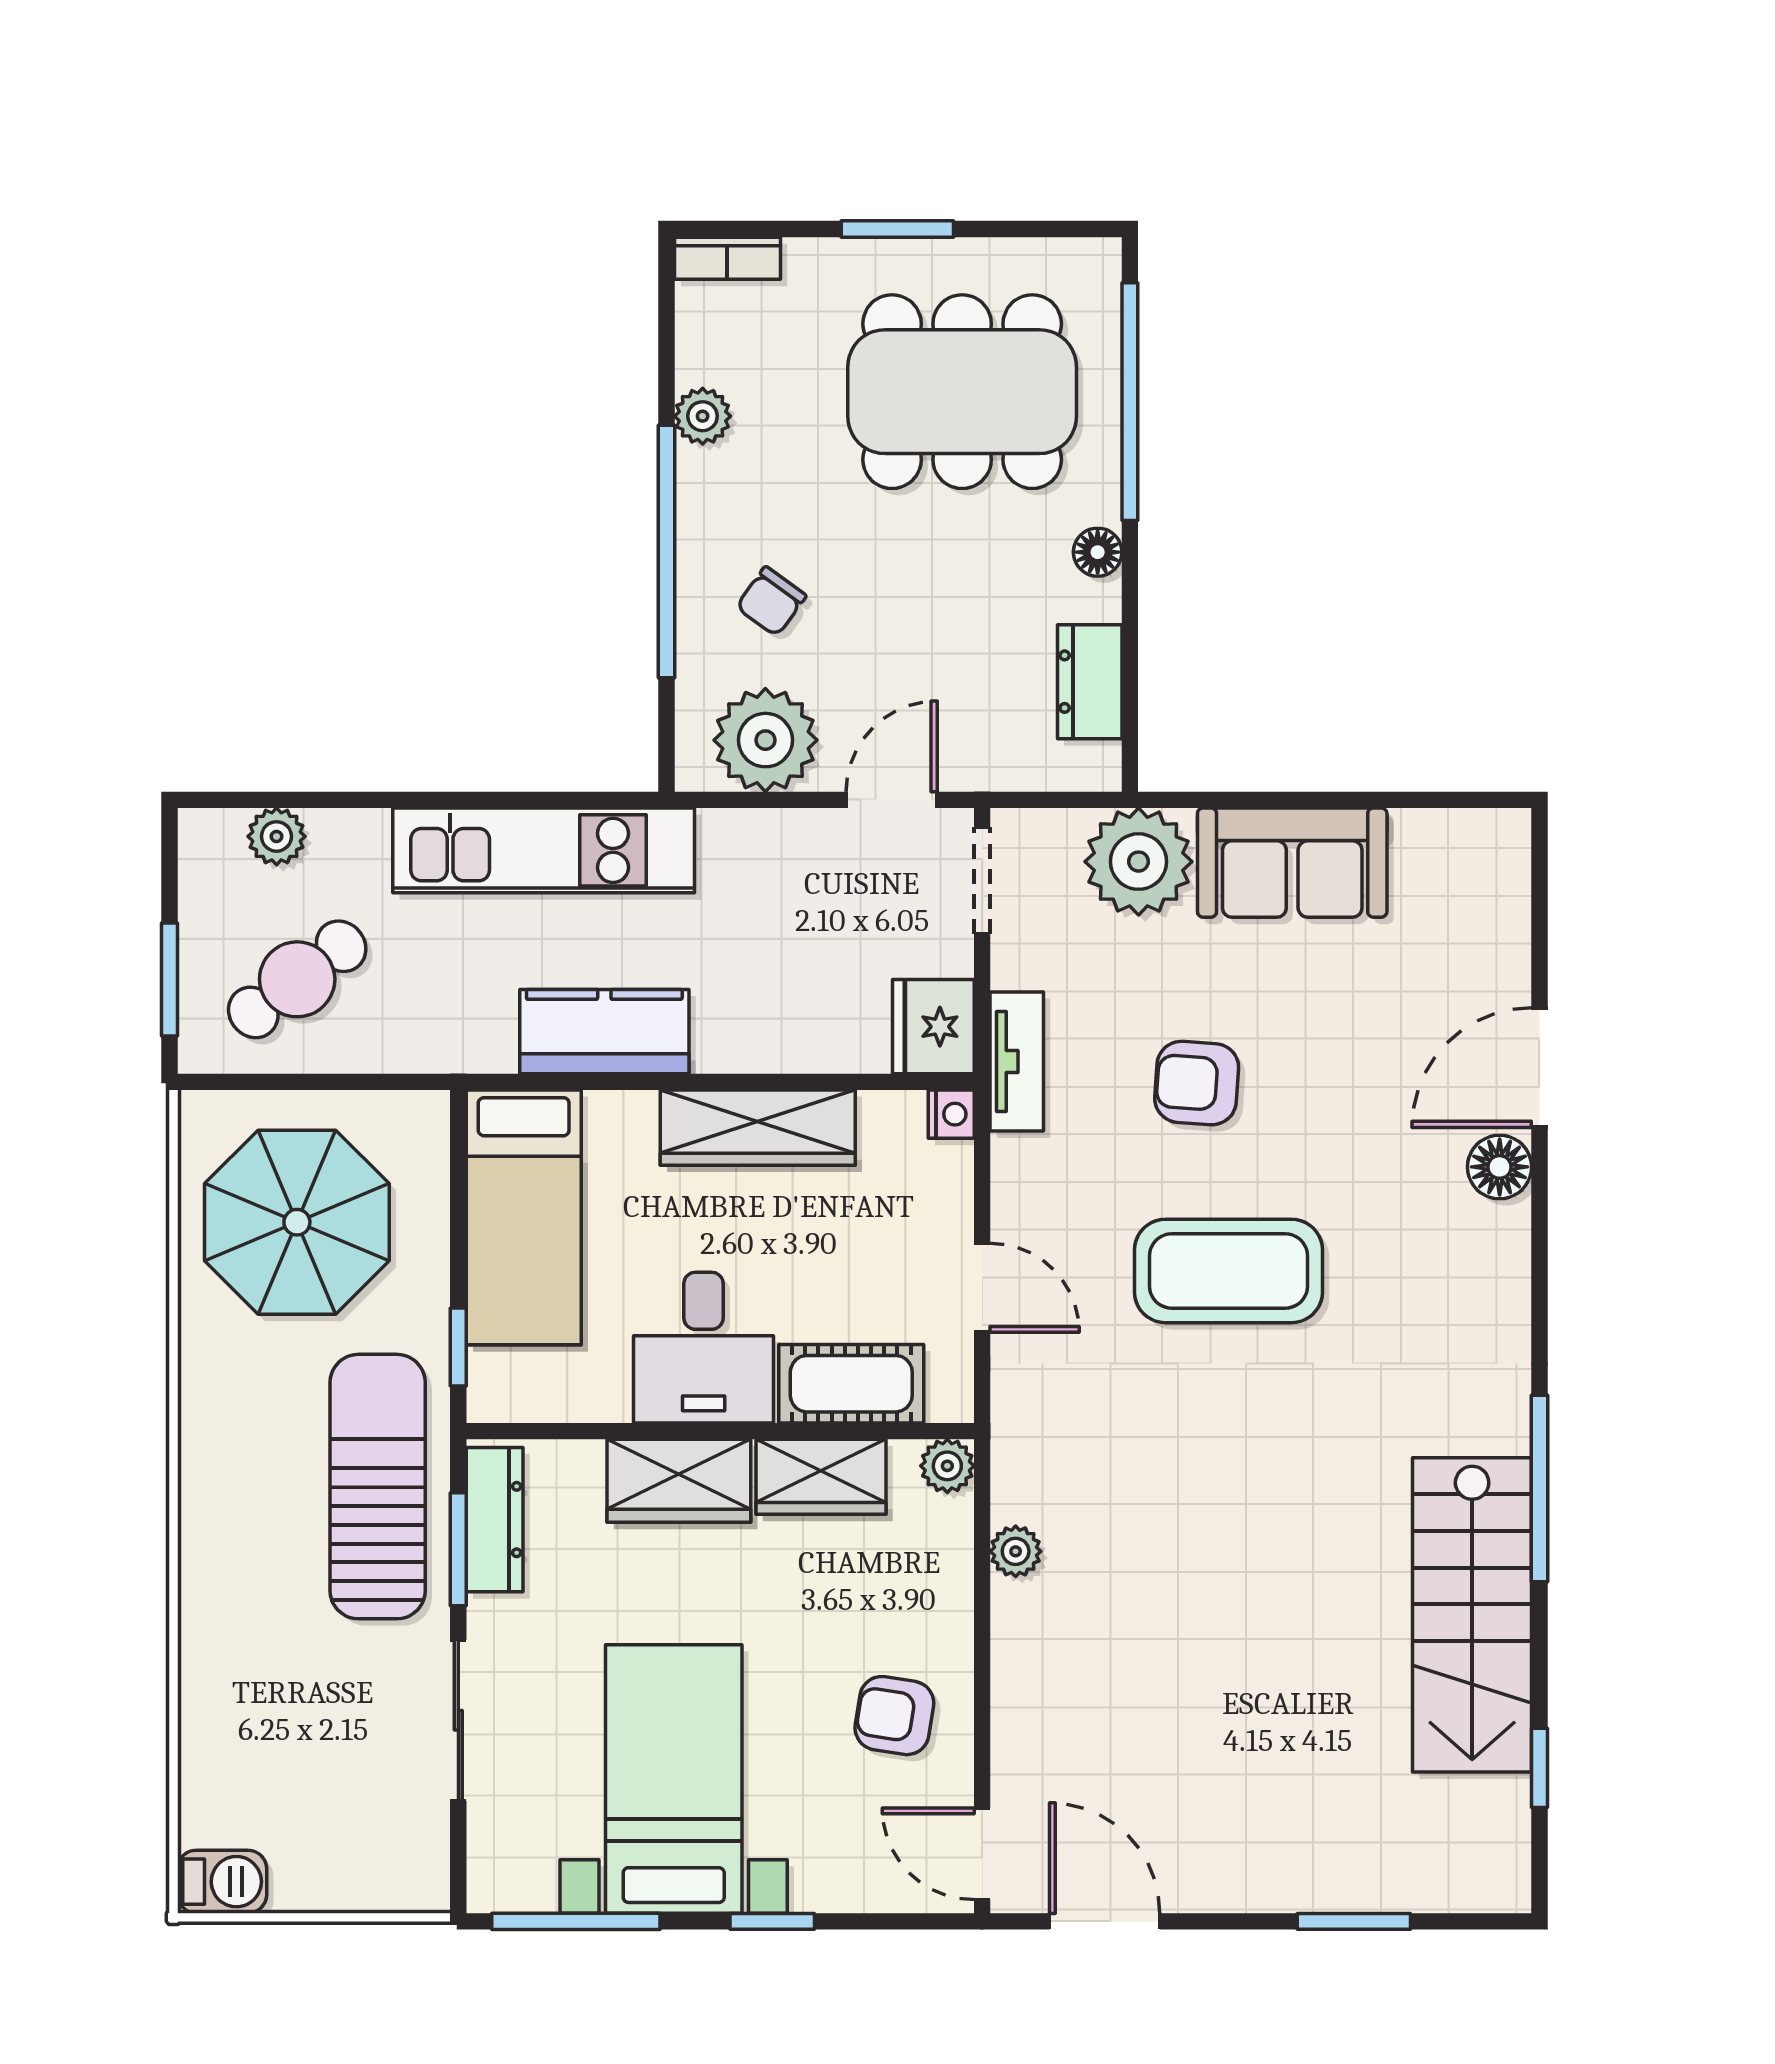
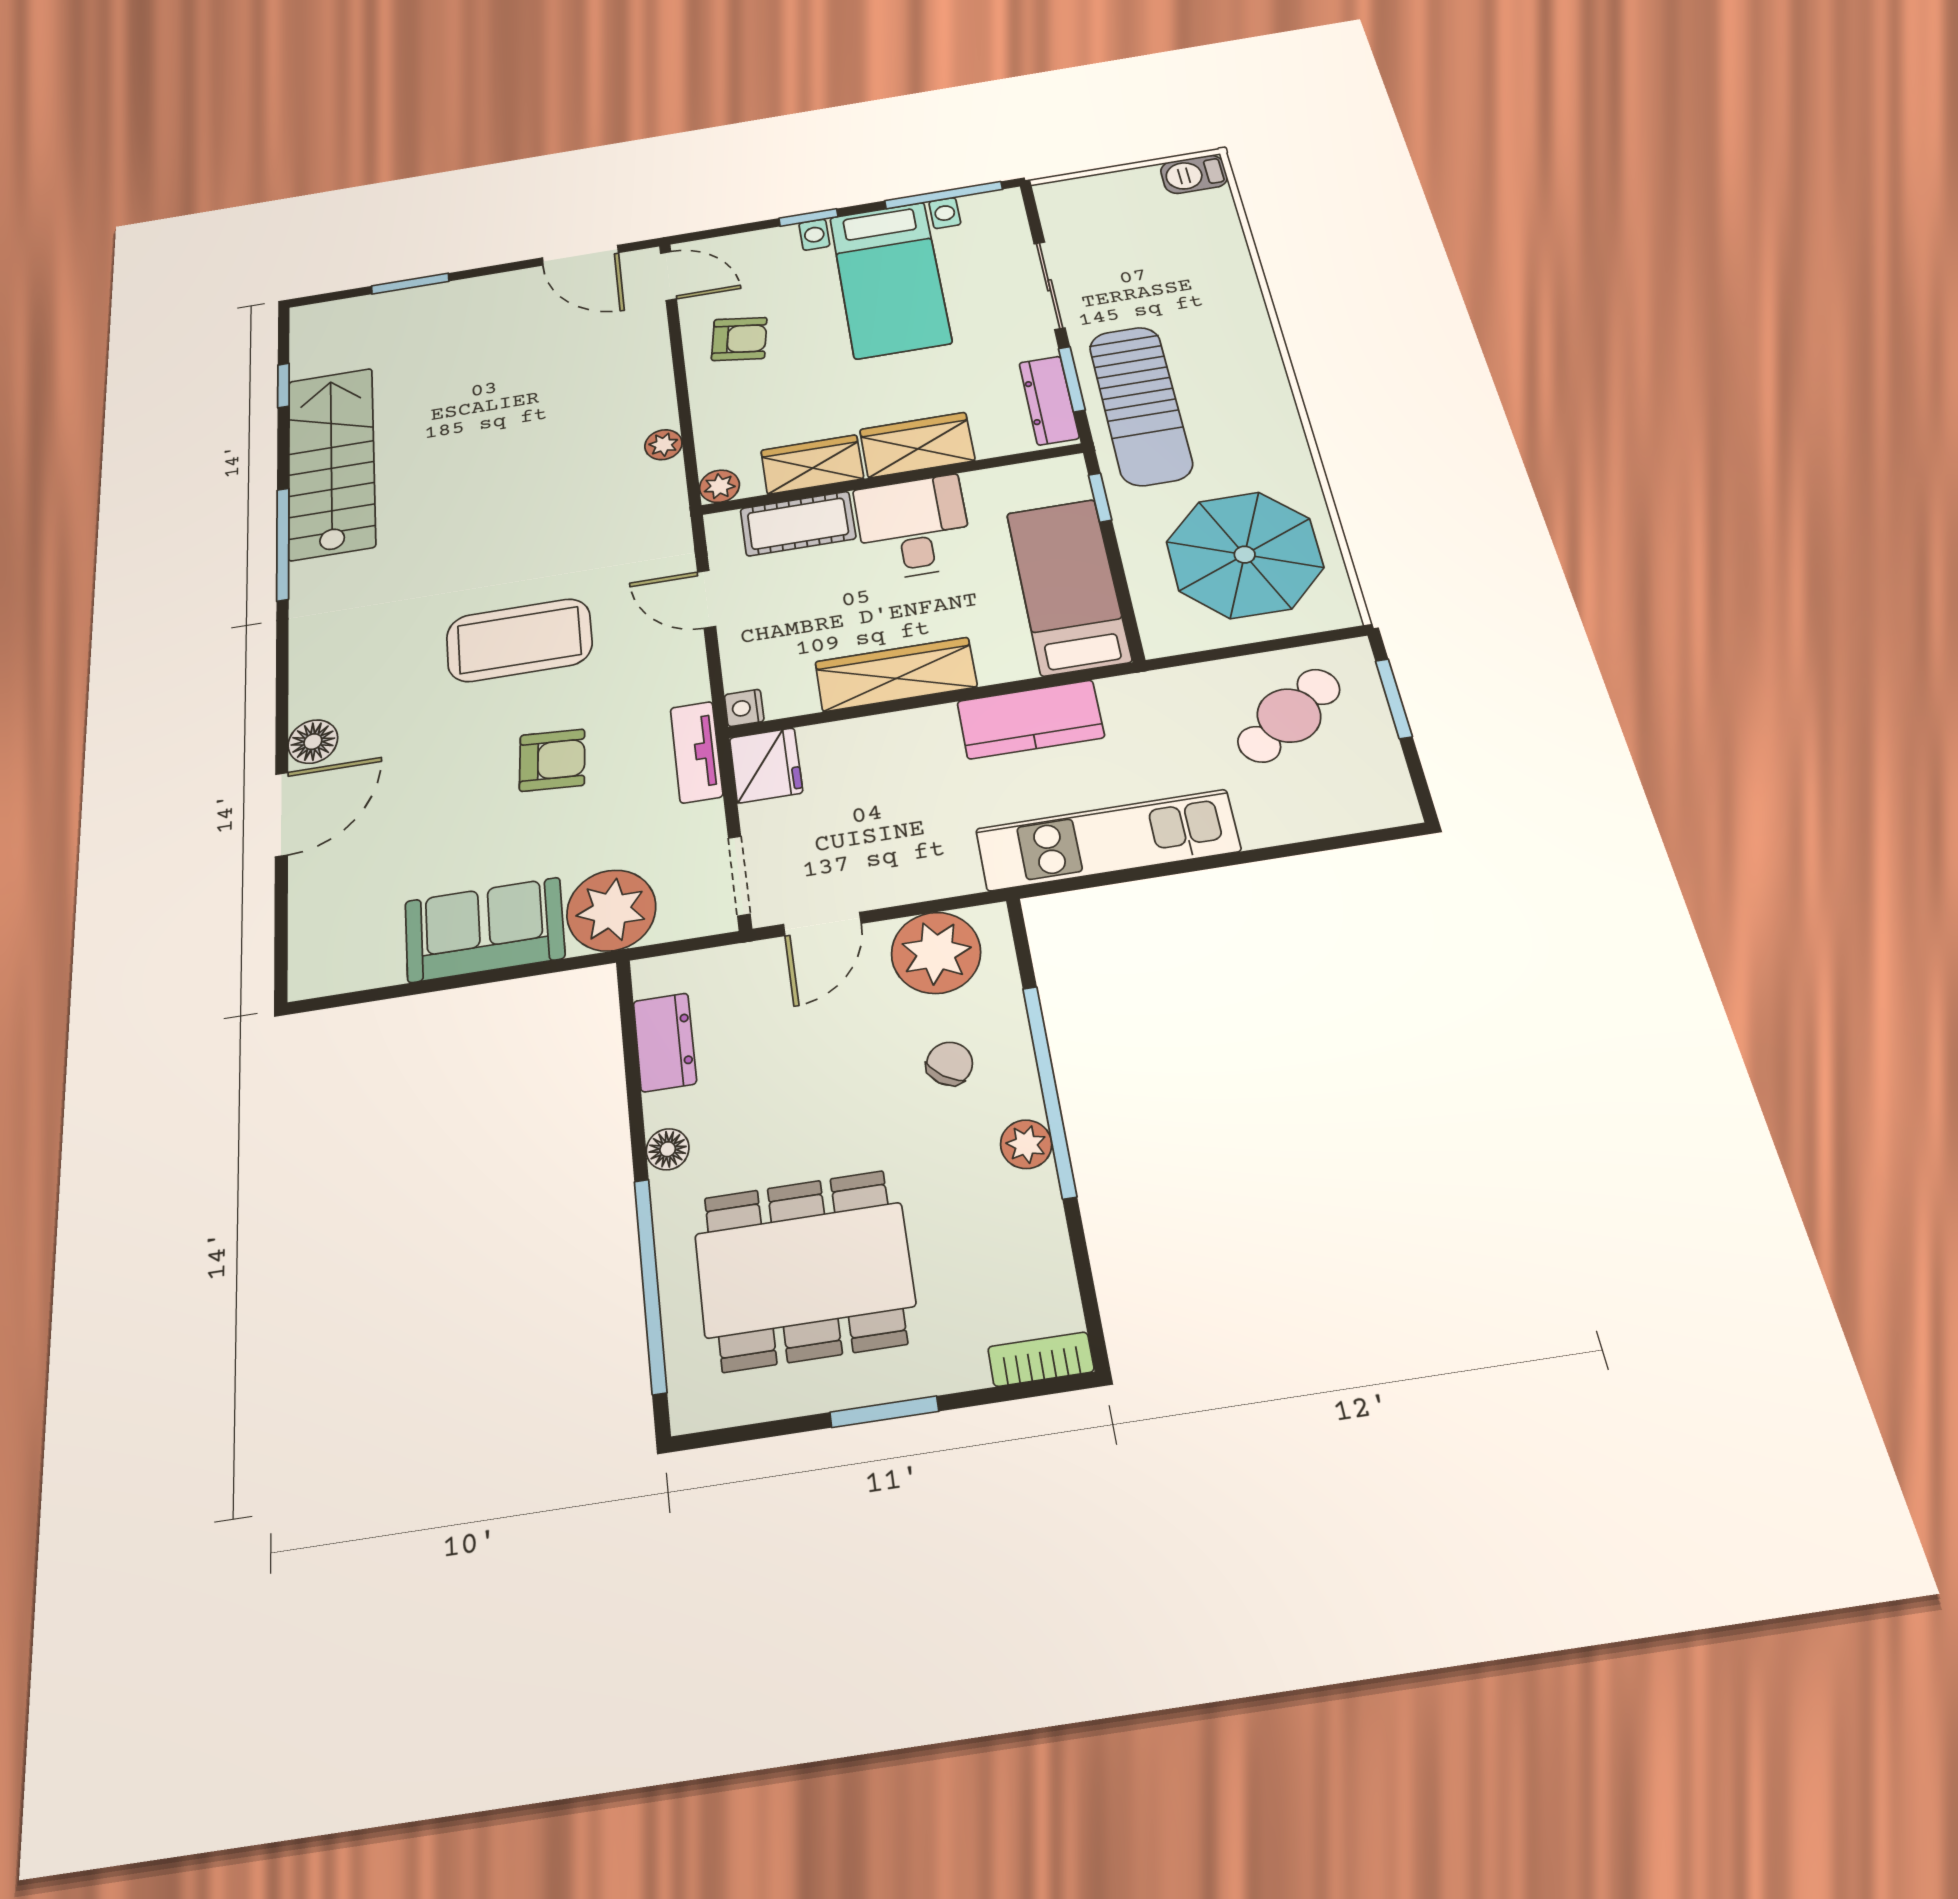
plant: (703, 416) -> (1026, 1144), moved
plant: (277, 836) -> (1335, 815), removed

